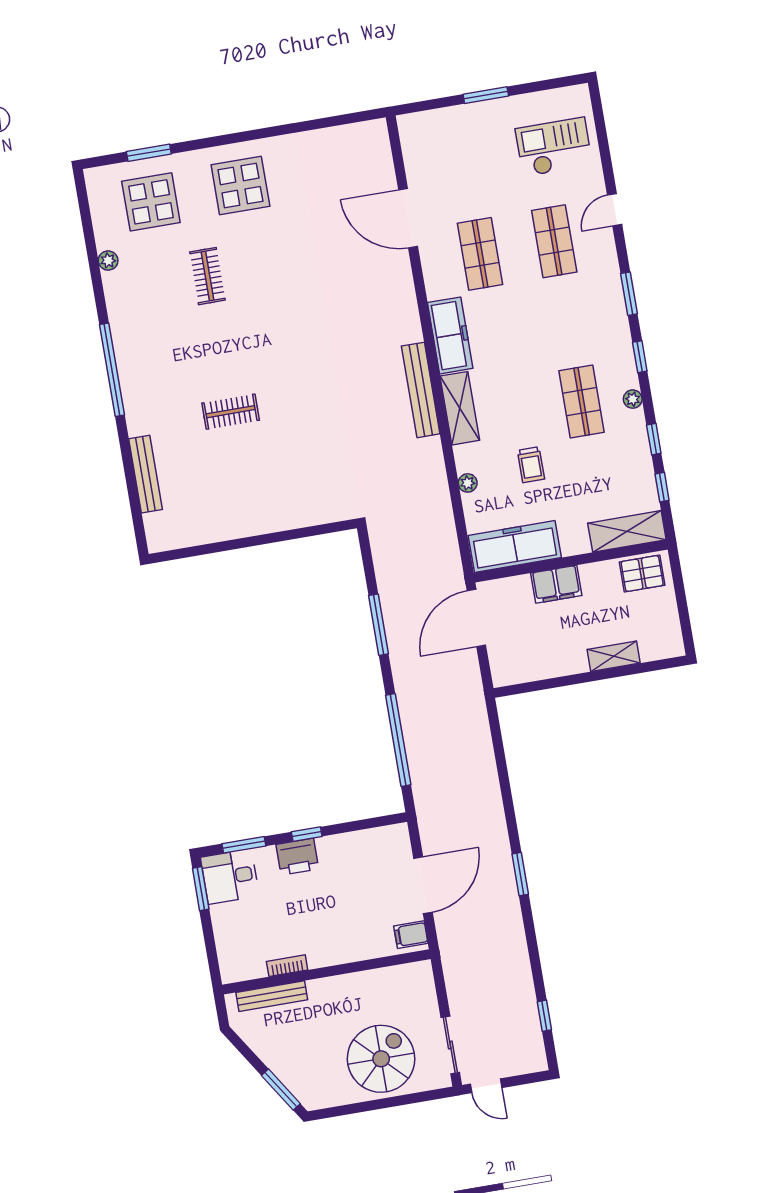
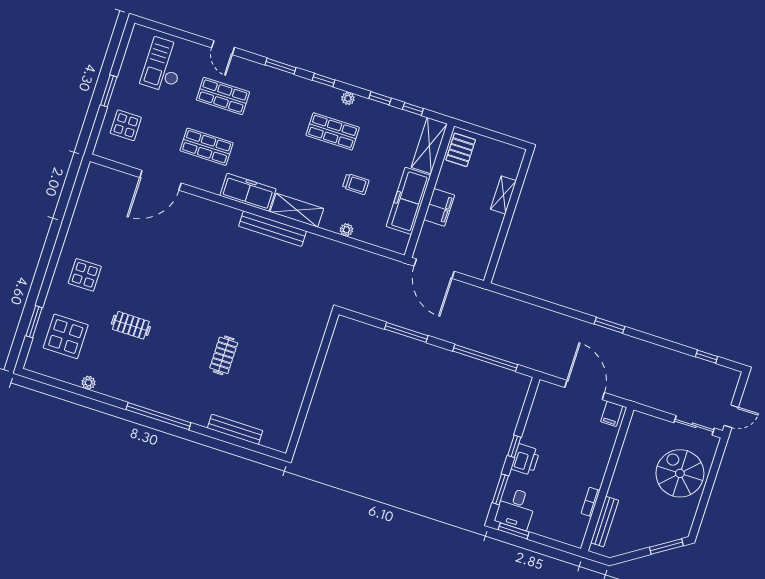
display table: (454, 139) -> (126, 125), added
display table: (240, 186) -> (85, 275), width x0.73, depth x0.73
freezer: (515, 547) -> (408, 201), moved

